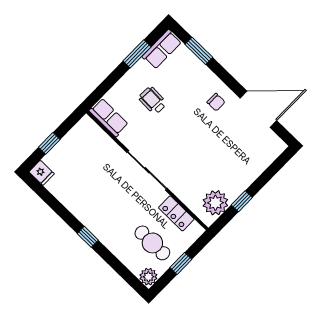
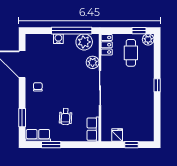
fridge: (42, 173) -> (117, 135), moved
water cooler: (247, 178) -> (58, 39), added
plant: (184, 190) -> (93, 62), added
window: (242, 201) -> (72, 31), width x3.17
locker: (176, 213) -> (107, 45), moved
window: (181, 263) -> (139, 31), moved

